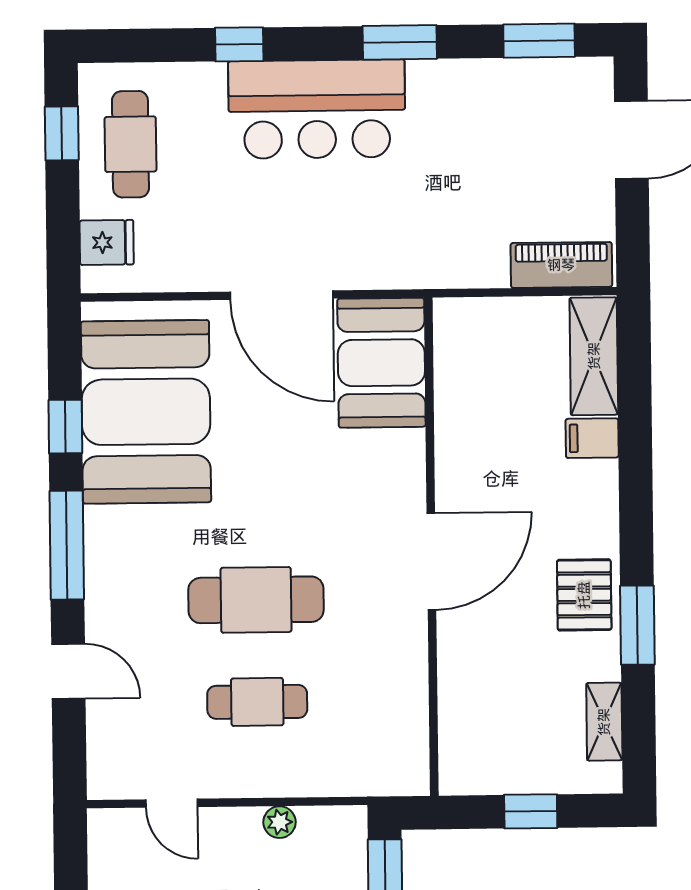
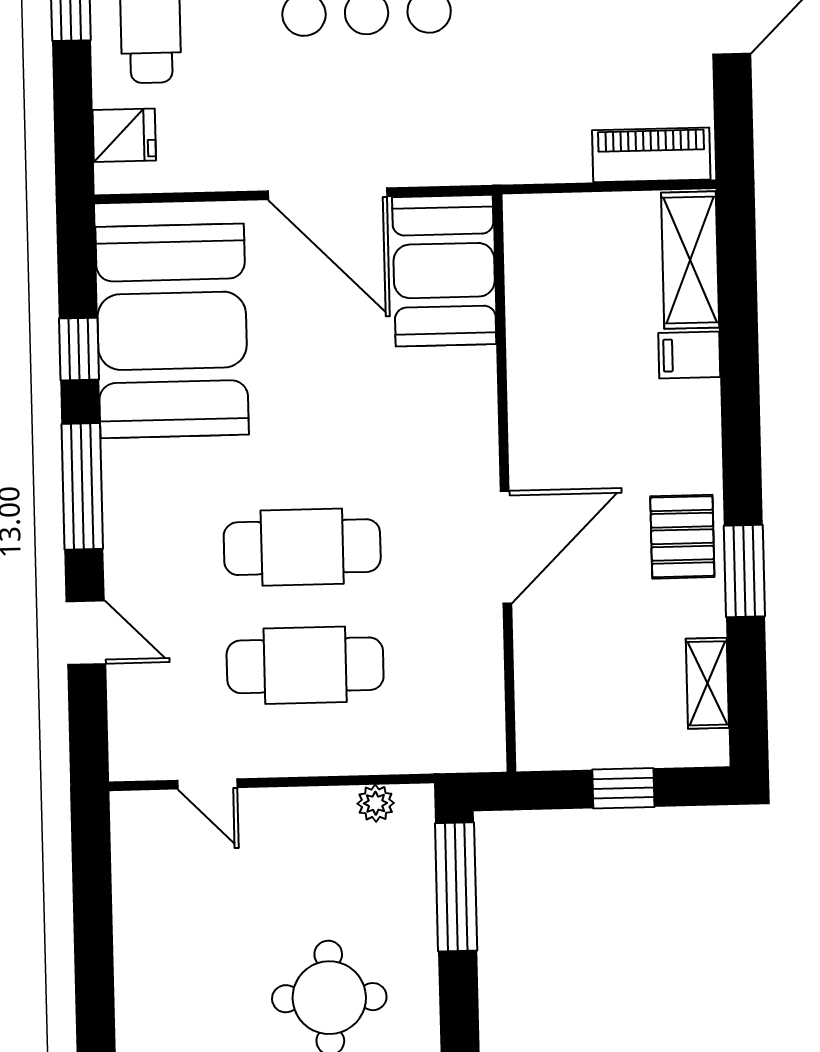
door: (431, 561) -> (506, 547), moved
cafe table: (257, 702) -> (305, 665), width x1.37, depth x1.35
plant: (280, 822) -> (376, 803), moved

